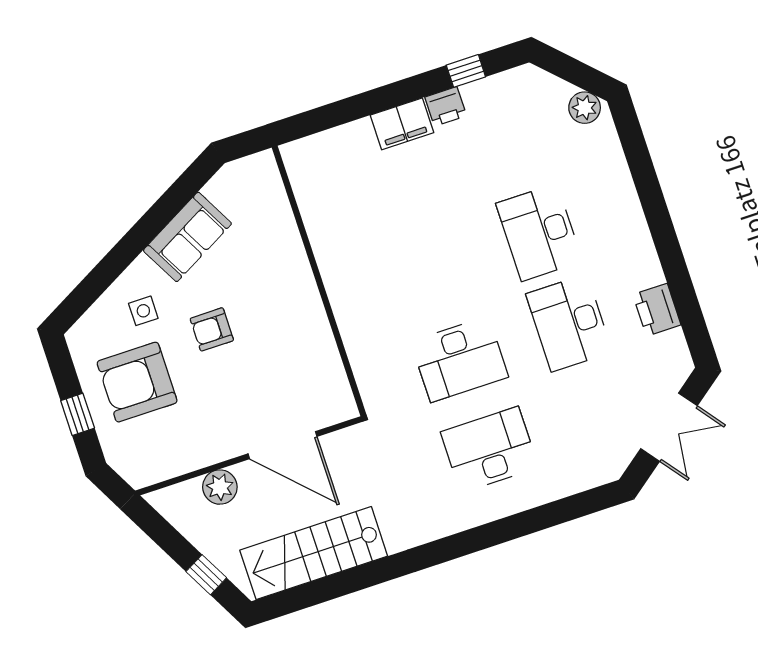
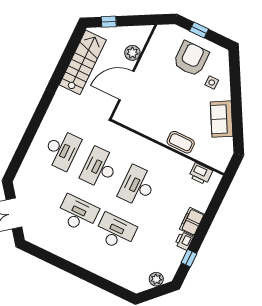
plant: (585, 108) -> (156, 279), moved
coffee table: (290, 267) -> (181, 142), added
desk: (430, 269) -> (137, 186), added
printer: (657, 310) -> (201, 174), moved, turned 180
armchair: (212, 329) -> (185, 98), removed

